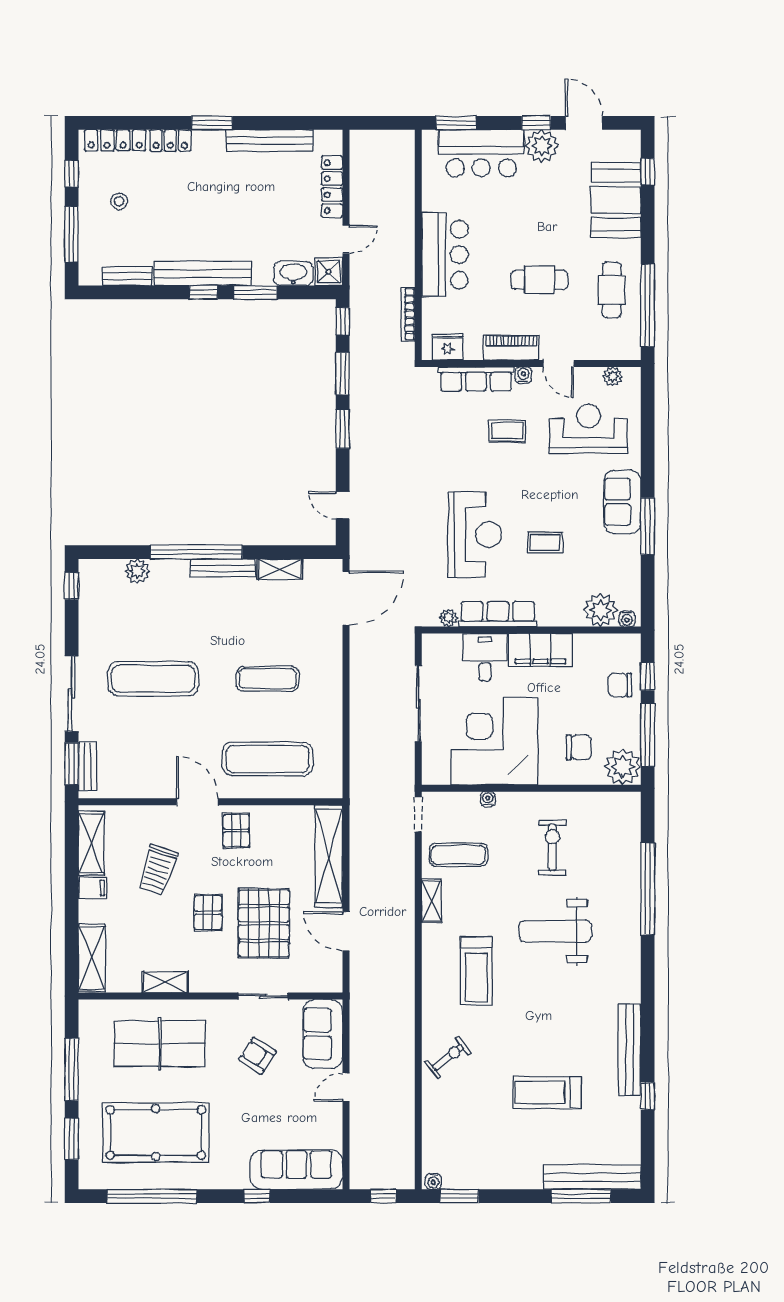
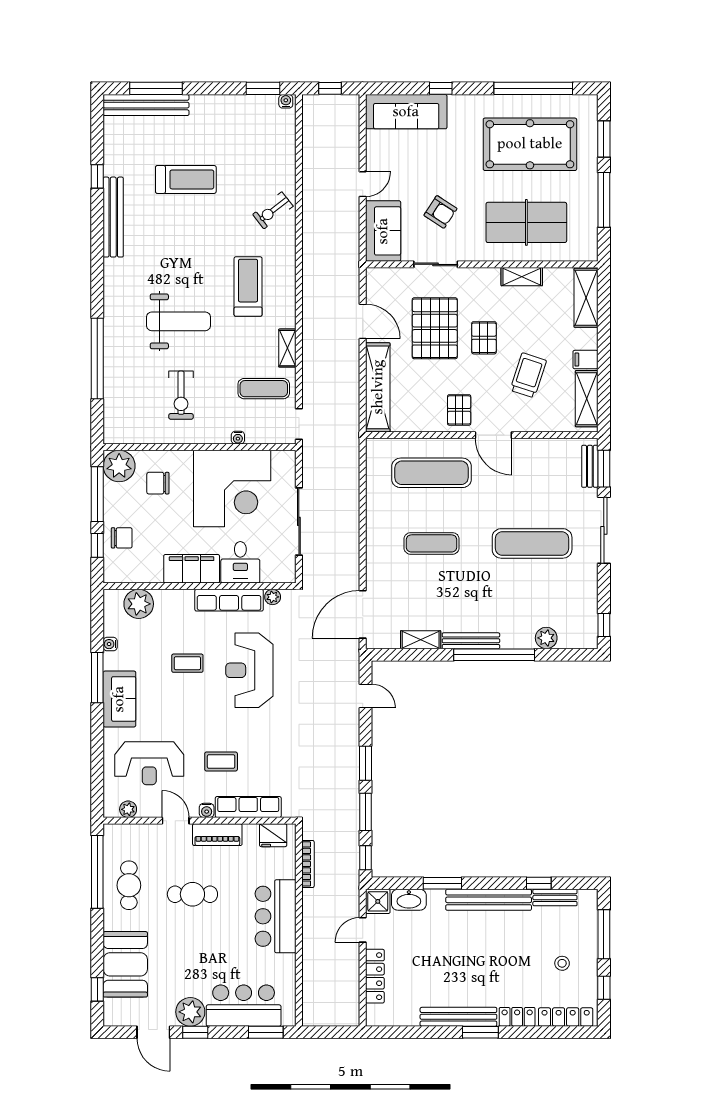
bench: (269, 140) -> (458, 1017), moved
window: (203, 292) -> (539, 883), moved
water cooler: (627, 619) -> (110, 644), moved, turned -90

